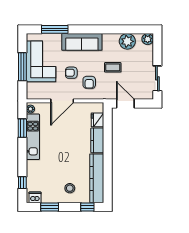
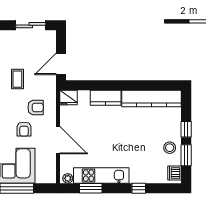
fridge: (97, 120) -> (68, 98), moved
window: (22, 183) -> (139, 188), moved
stool: (70, 188) -> (170, 148), moved
window: (87, 207) -> (186, 129), moved

